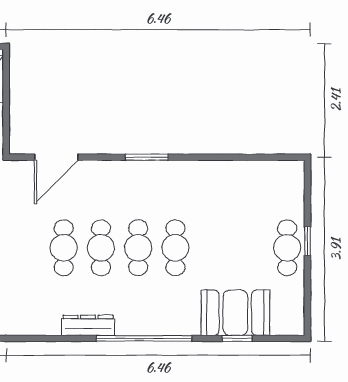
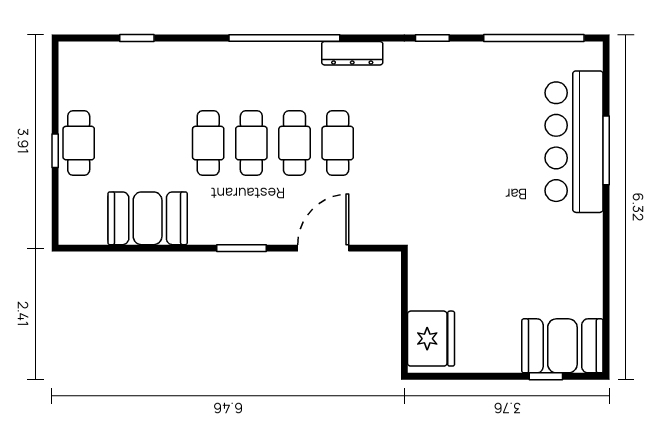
door: (56, 157) -> (323, 248), moved
booth: (235, 313) -> (148, 218), moved
dresser: (88, 325) -> (352, 53), moved
window: (144, 338) -> (284, 38), moved

